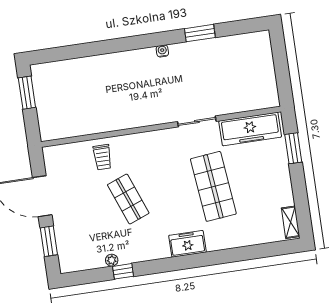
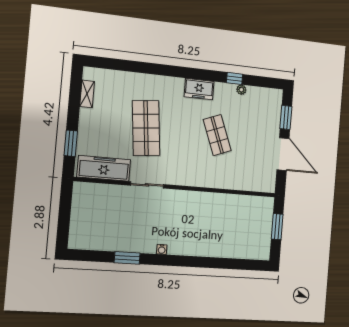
window: (27, 93) -> (277, 227), moved
trolley: (102, 157) -> (230, 174), removed
shelving: (291, 222) -> (87, 94), moved
freezer: (187, 244) -> (199, 89), moved

